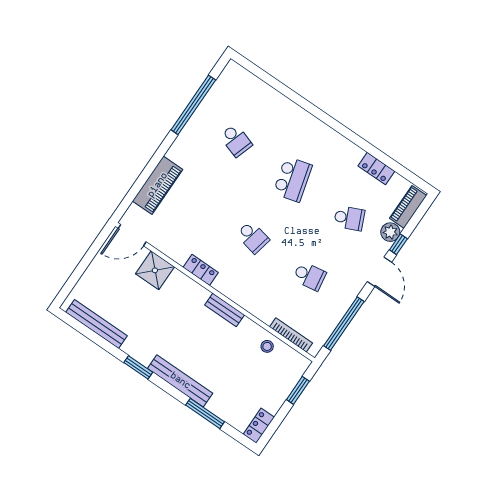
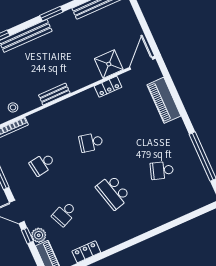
locker: (201, 270) -> (108, 87), moved

